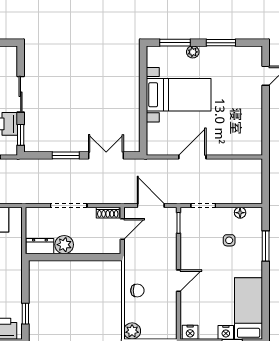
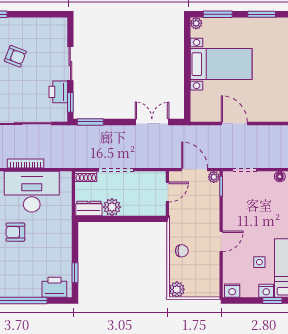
plant: (193, 52) -> (196, 23), moved
window: (66, 155) -> (90, 122), moved
door: (192, 157) -> (234, 124), hinge flipped
shoe rack: (108, 213) -> (86, 176), moved
plant: (171, 213) -> (214, 177), added
side table: (229, 240) -> (259, 262), moved

